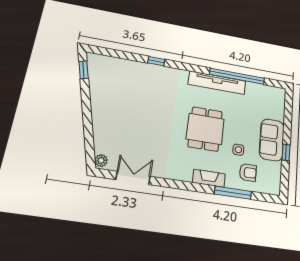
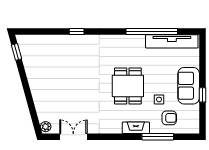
tv unit: (217, 83) -> (172, 41), moved

